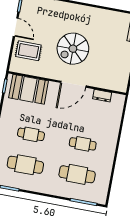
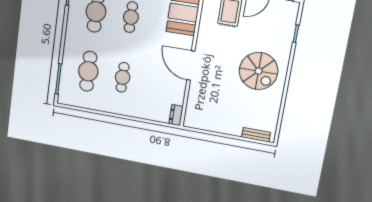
spiral stairs: (73, 49) -> (259, 71), moved, turned 180
dresser: (102, 96) -> (176, 115), moved

